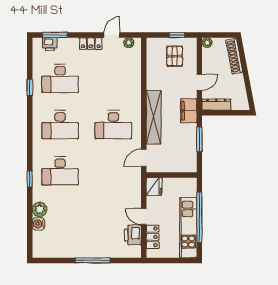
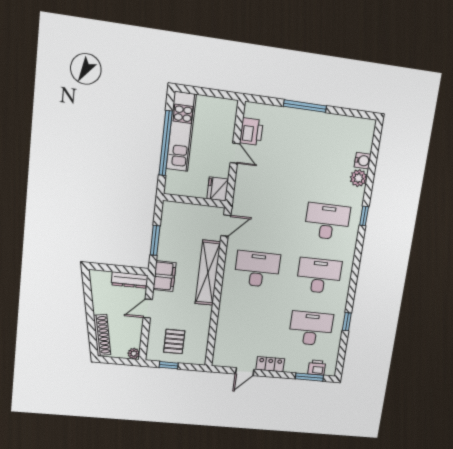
plant: (129, 43) -> (226, 361), removed
locker: (153, 237) -> (227, 126), removed

